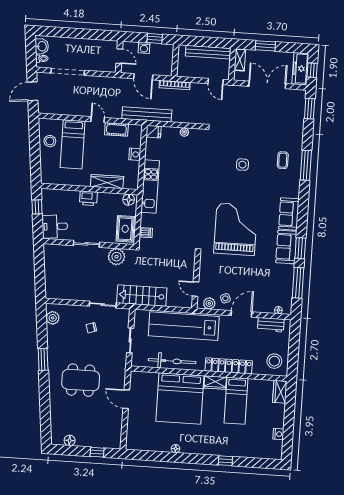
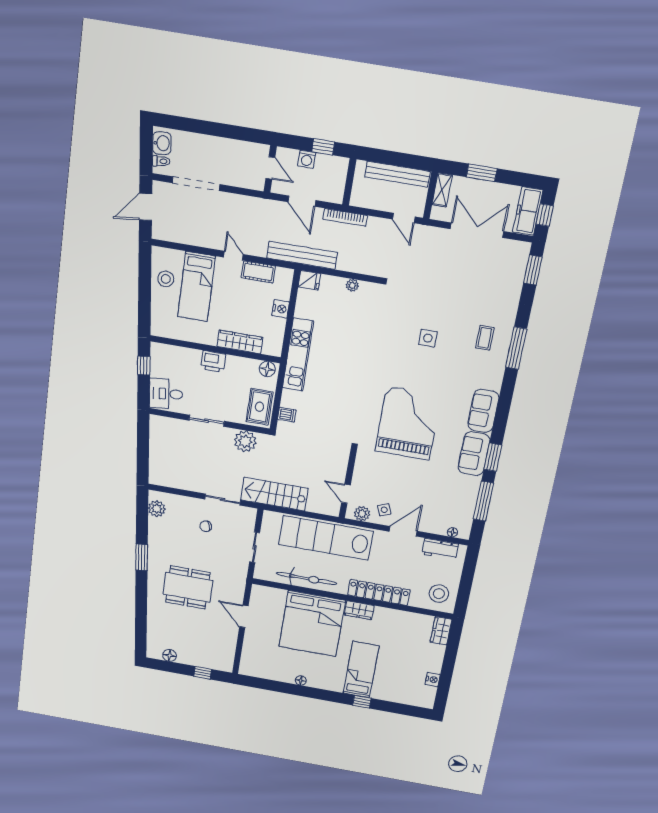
bed: (236, 401) -> (361, 670), moved, turned 180

